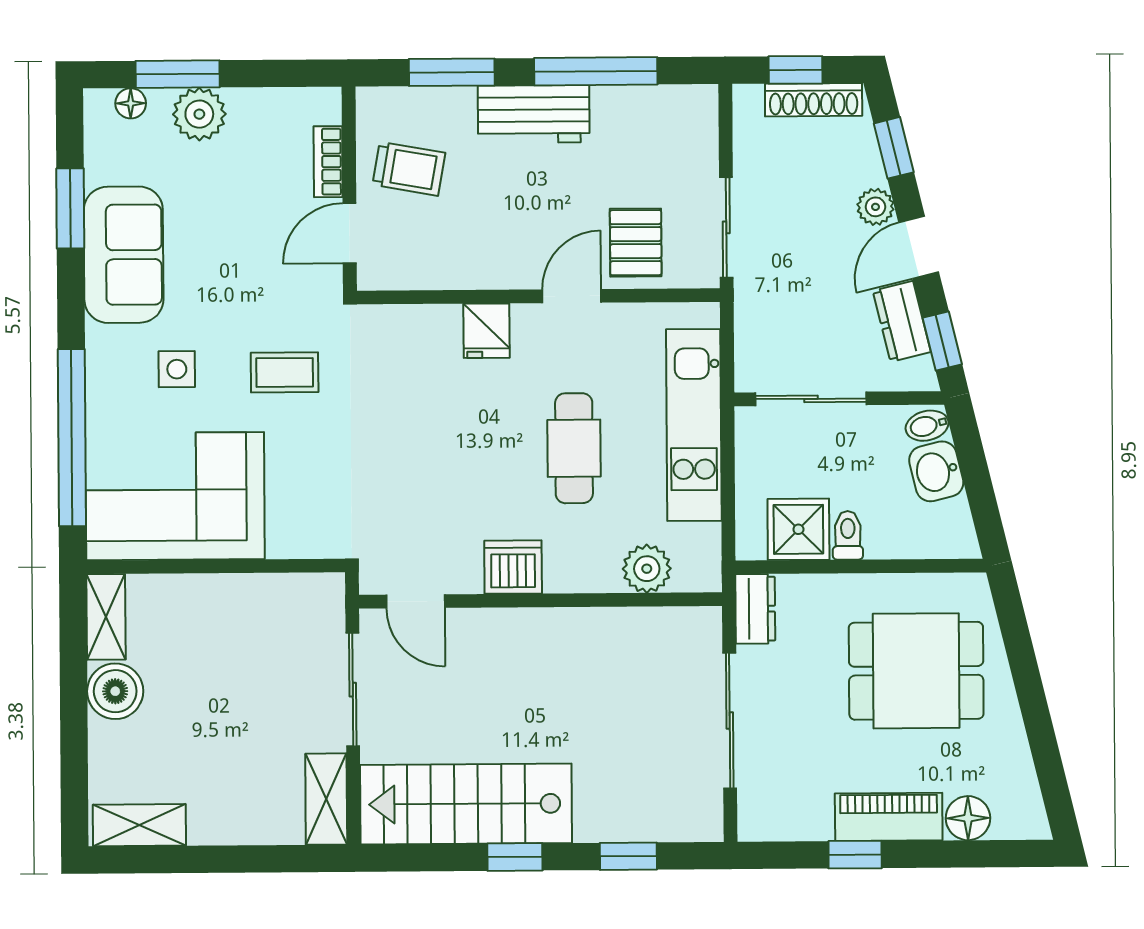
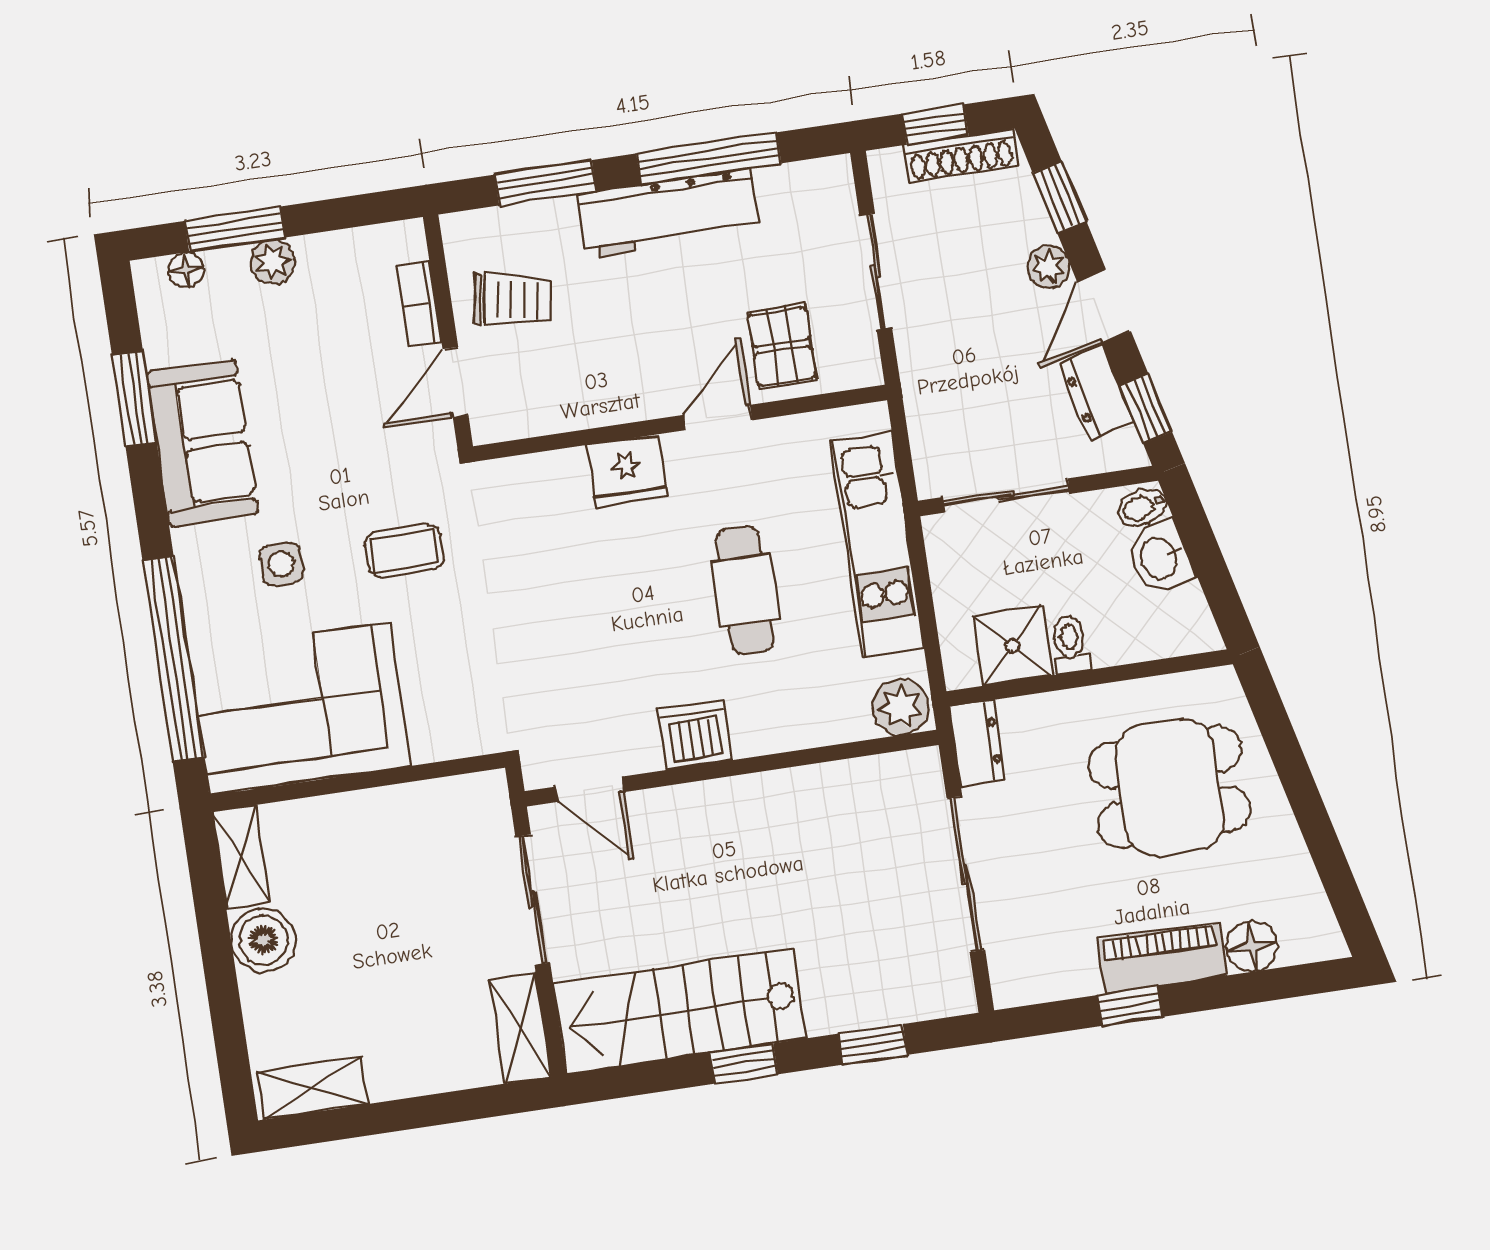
plant: (199, 114) -> (273, 262), width x0.73, depth x0.73
workbench: (534, 114) -> (669, 213), width x1.38
sliding door: (726, 227) -> (876, 271), moved
fridge: (487, 331) -> (627, 471), width x1.38
plant: (647, 569) -> (901, 707), moved

